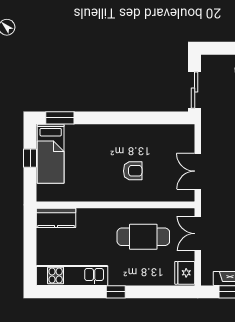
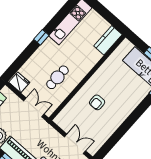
double door: (198, 171) -> (75, 144), moved
cafe table: (143, 237) -> (57, 77), width x0.73, depth x0.74

